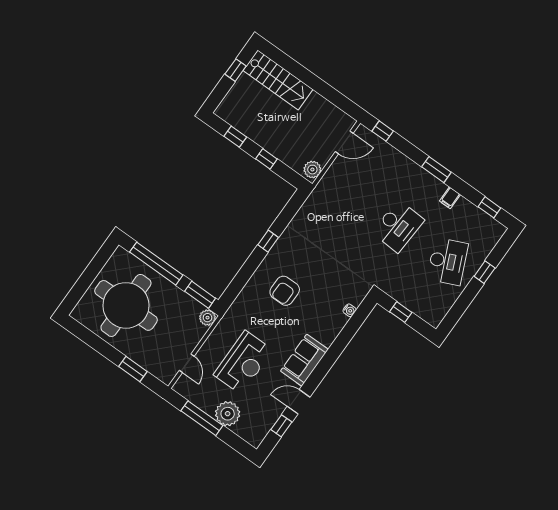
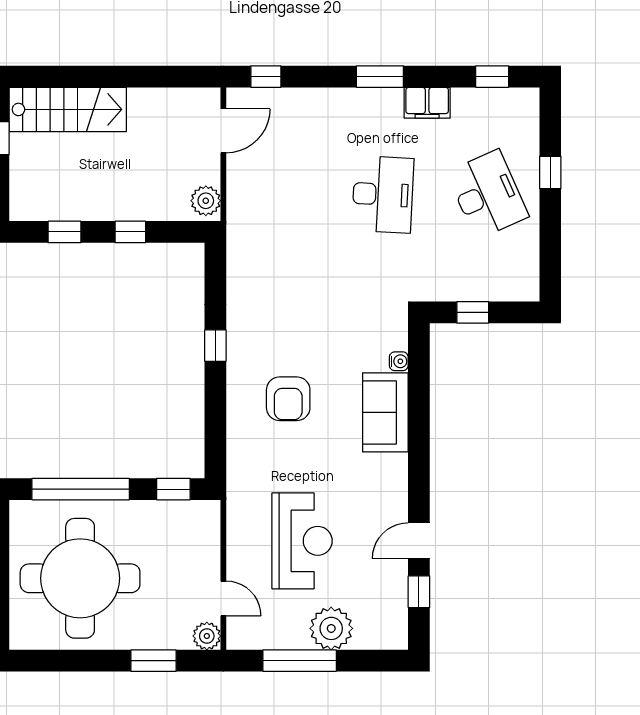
filing cabinet: (450, 198) -> (427, 103), width x2.00
window: (200, 295) -> (173, 489), width x0.67
plant: (207, 318) -> (207, 636), moved
sofa: (304, 360) -> (385, 412), moved

